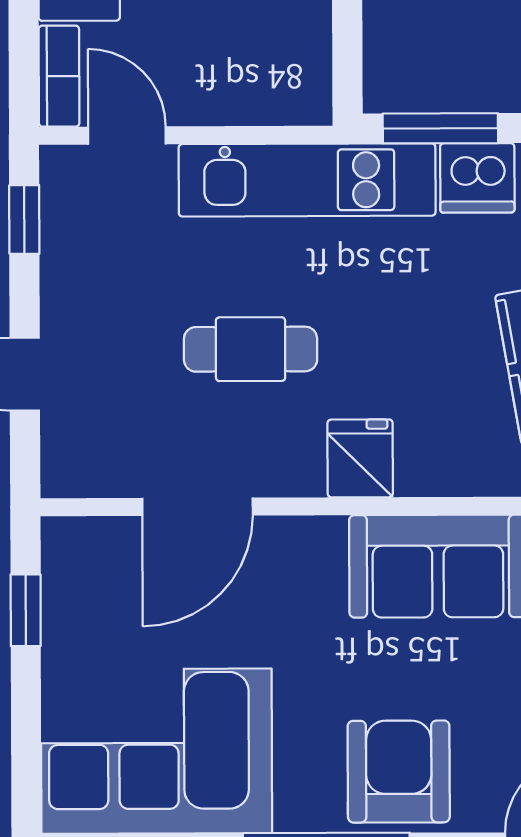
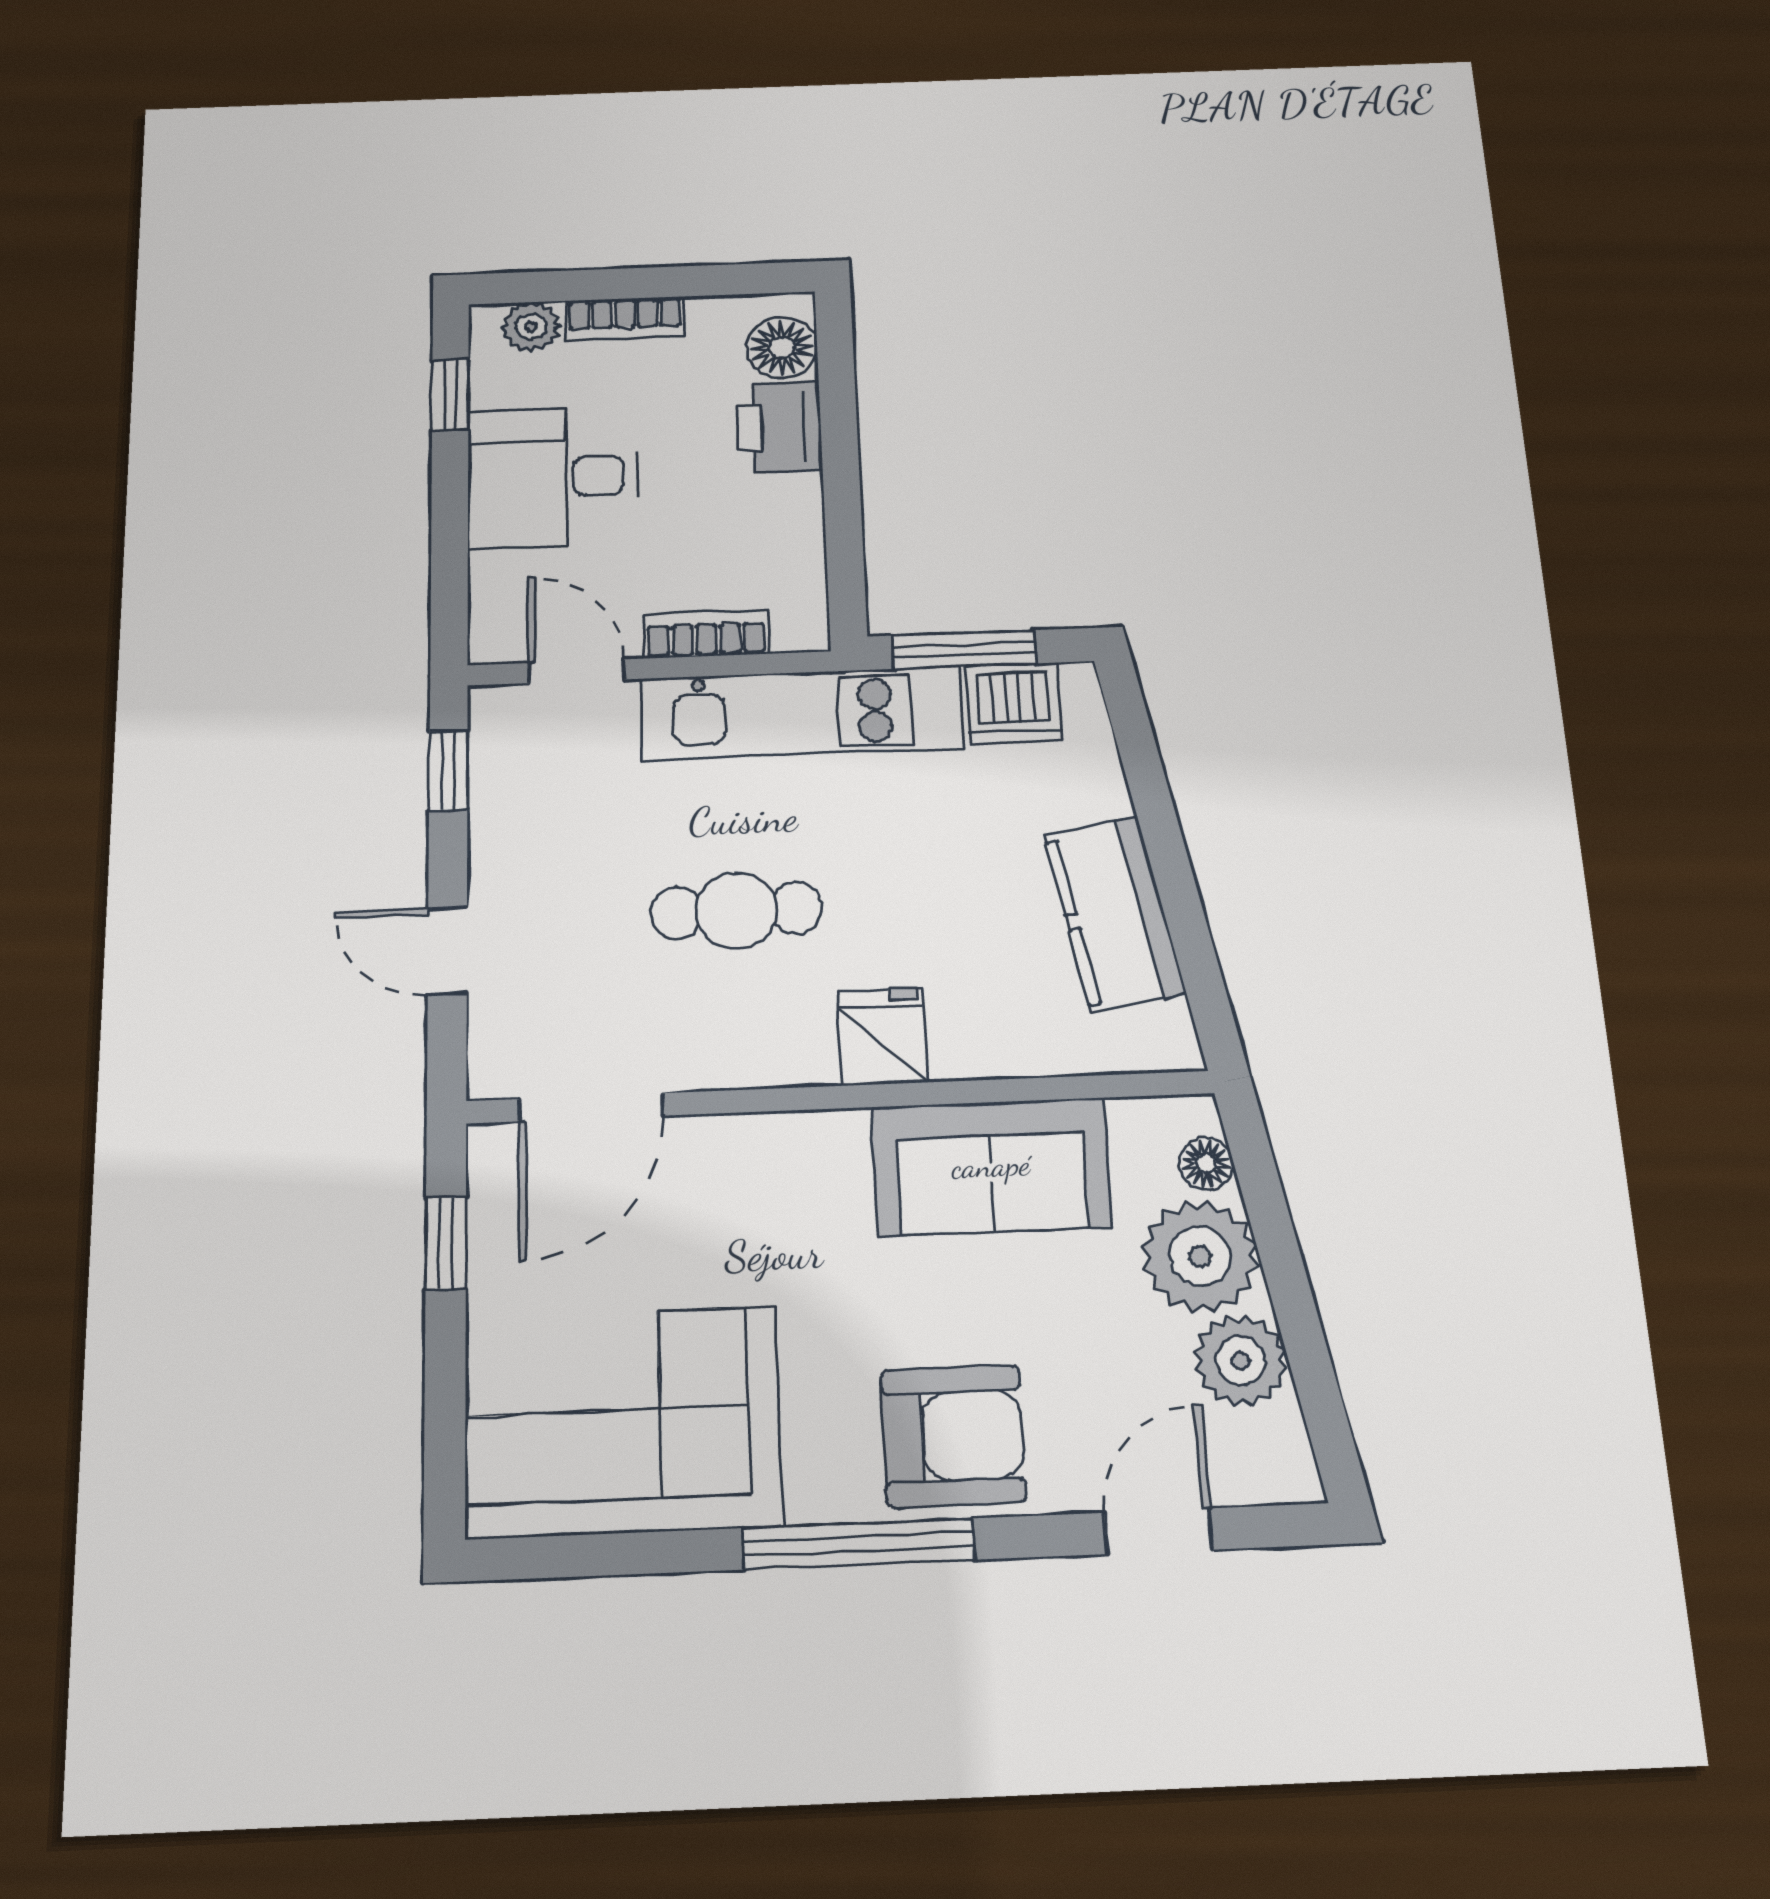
bookcase: (59, 76) -> (706, 634), moved, turned -90
door: (198, 507) -> (591, 1107), moved
armchair: (399, 772) -> (953, 1436), turned 90

